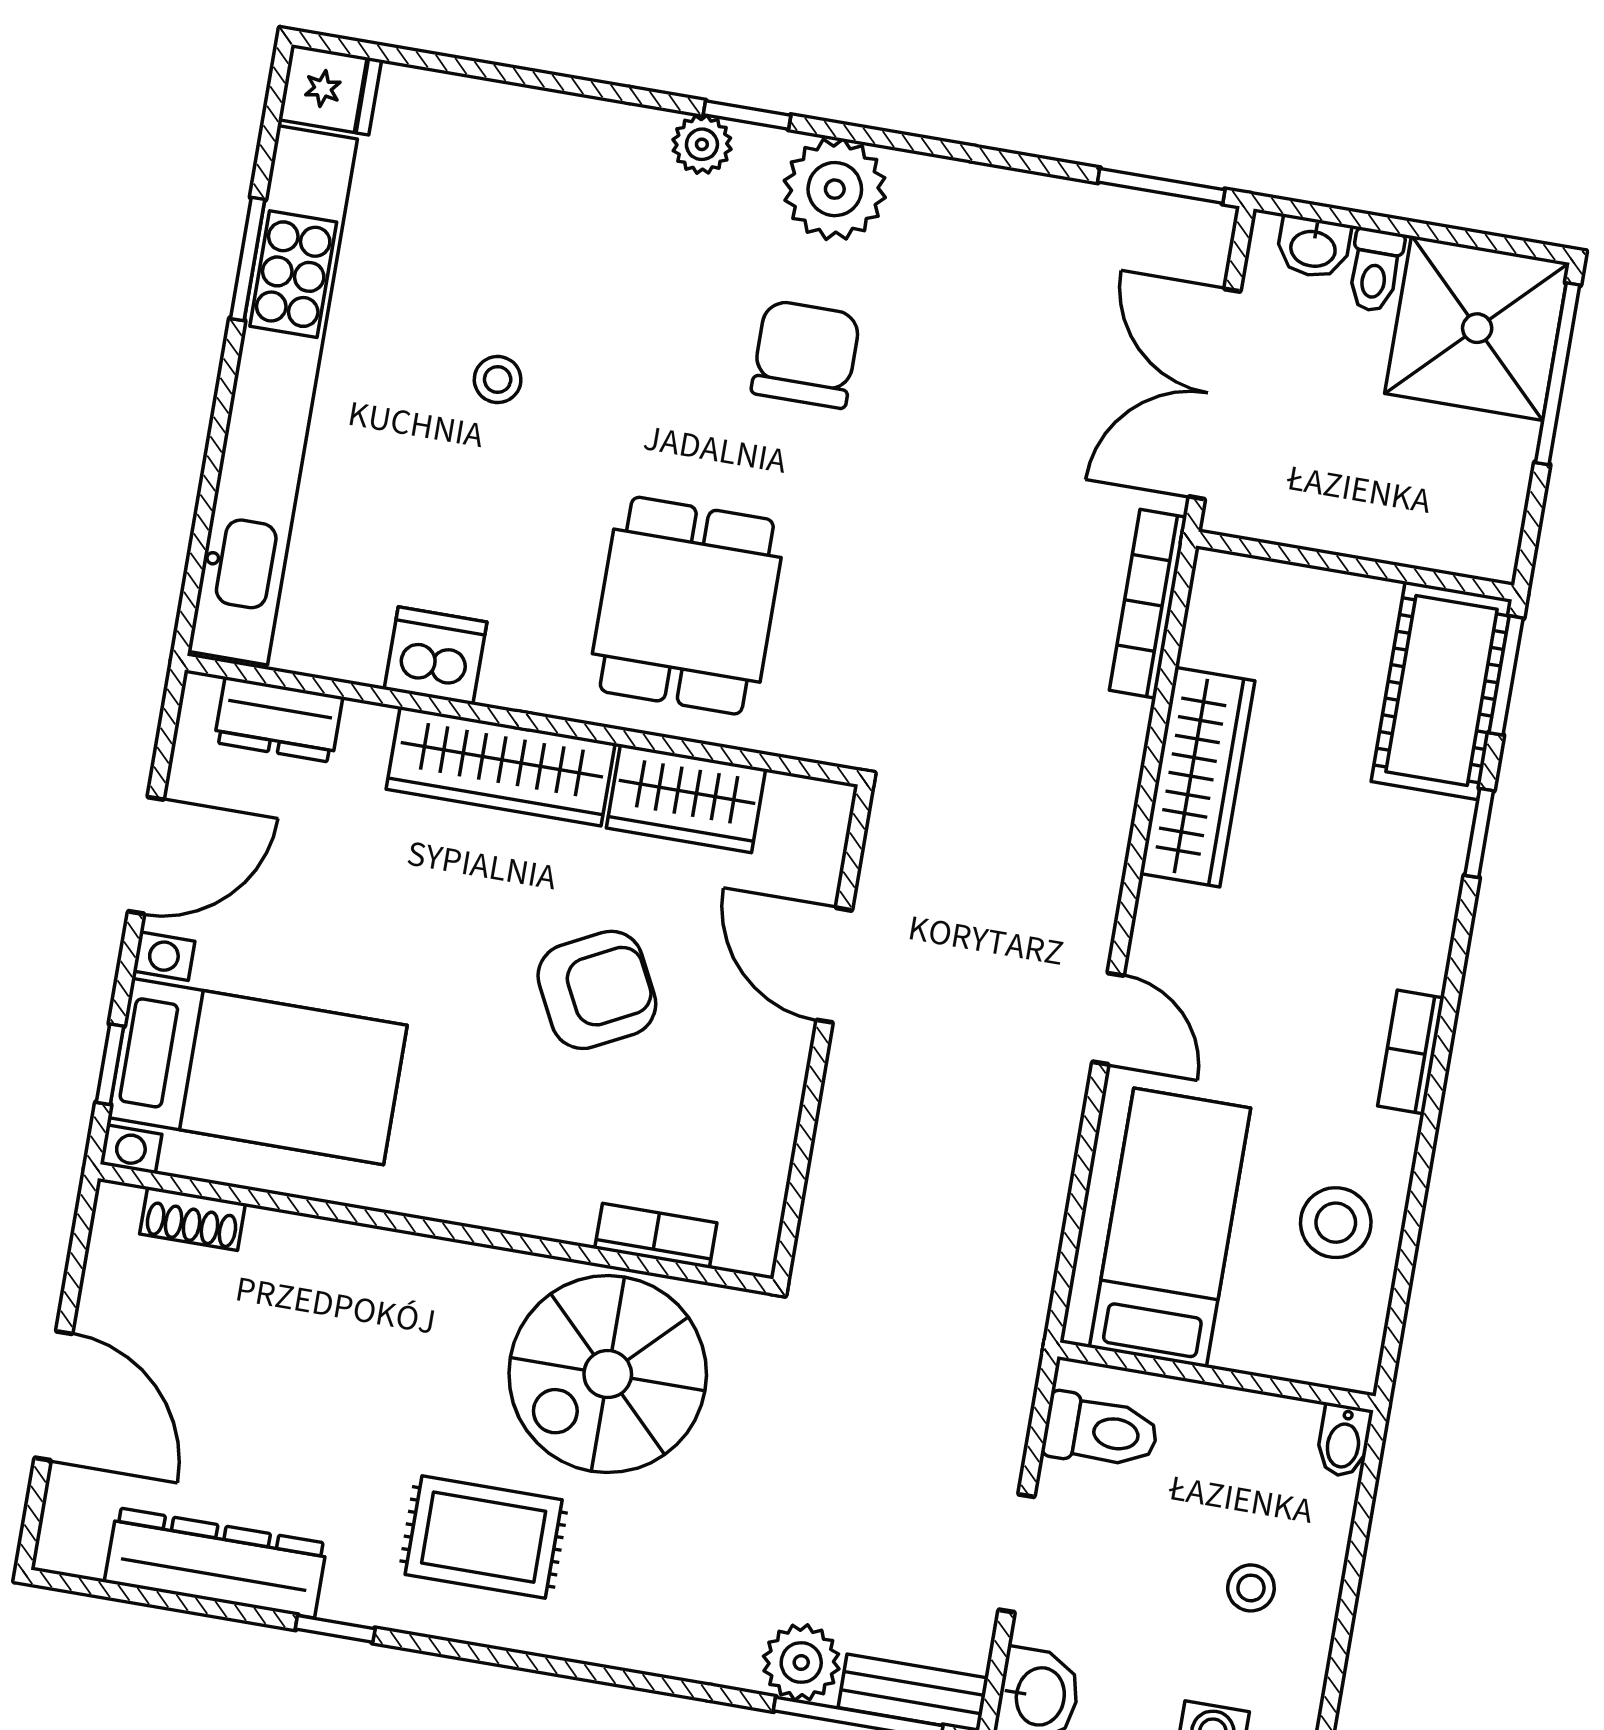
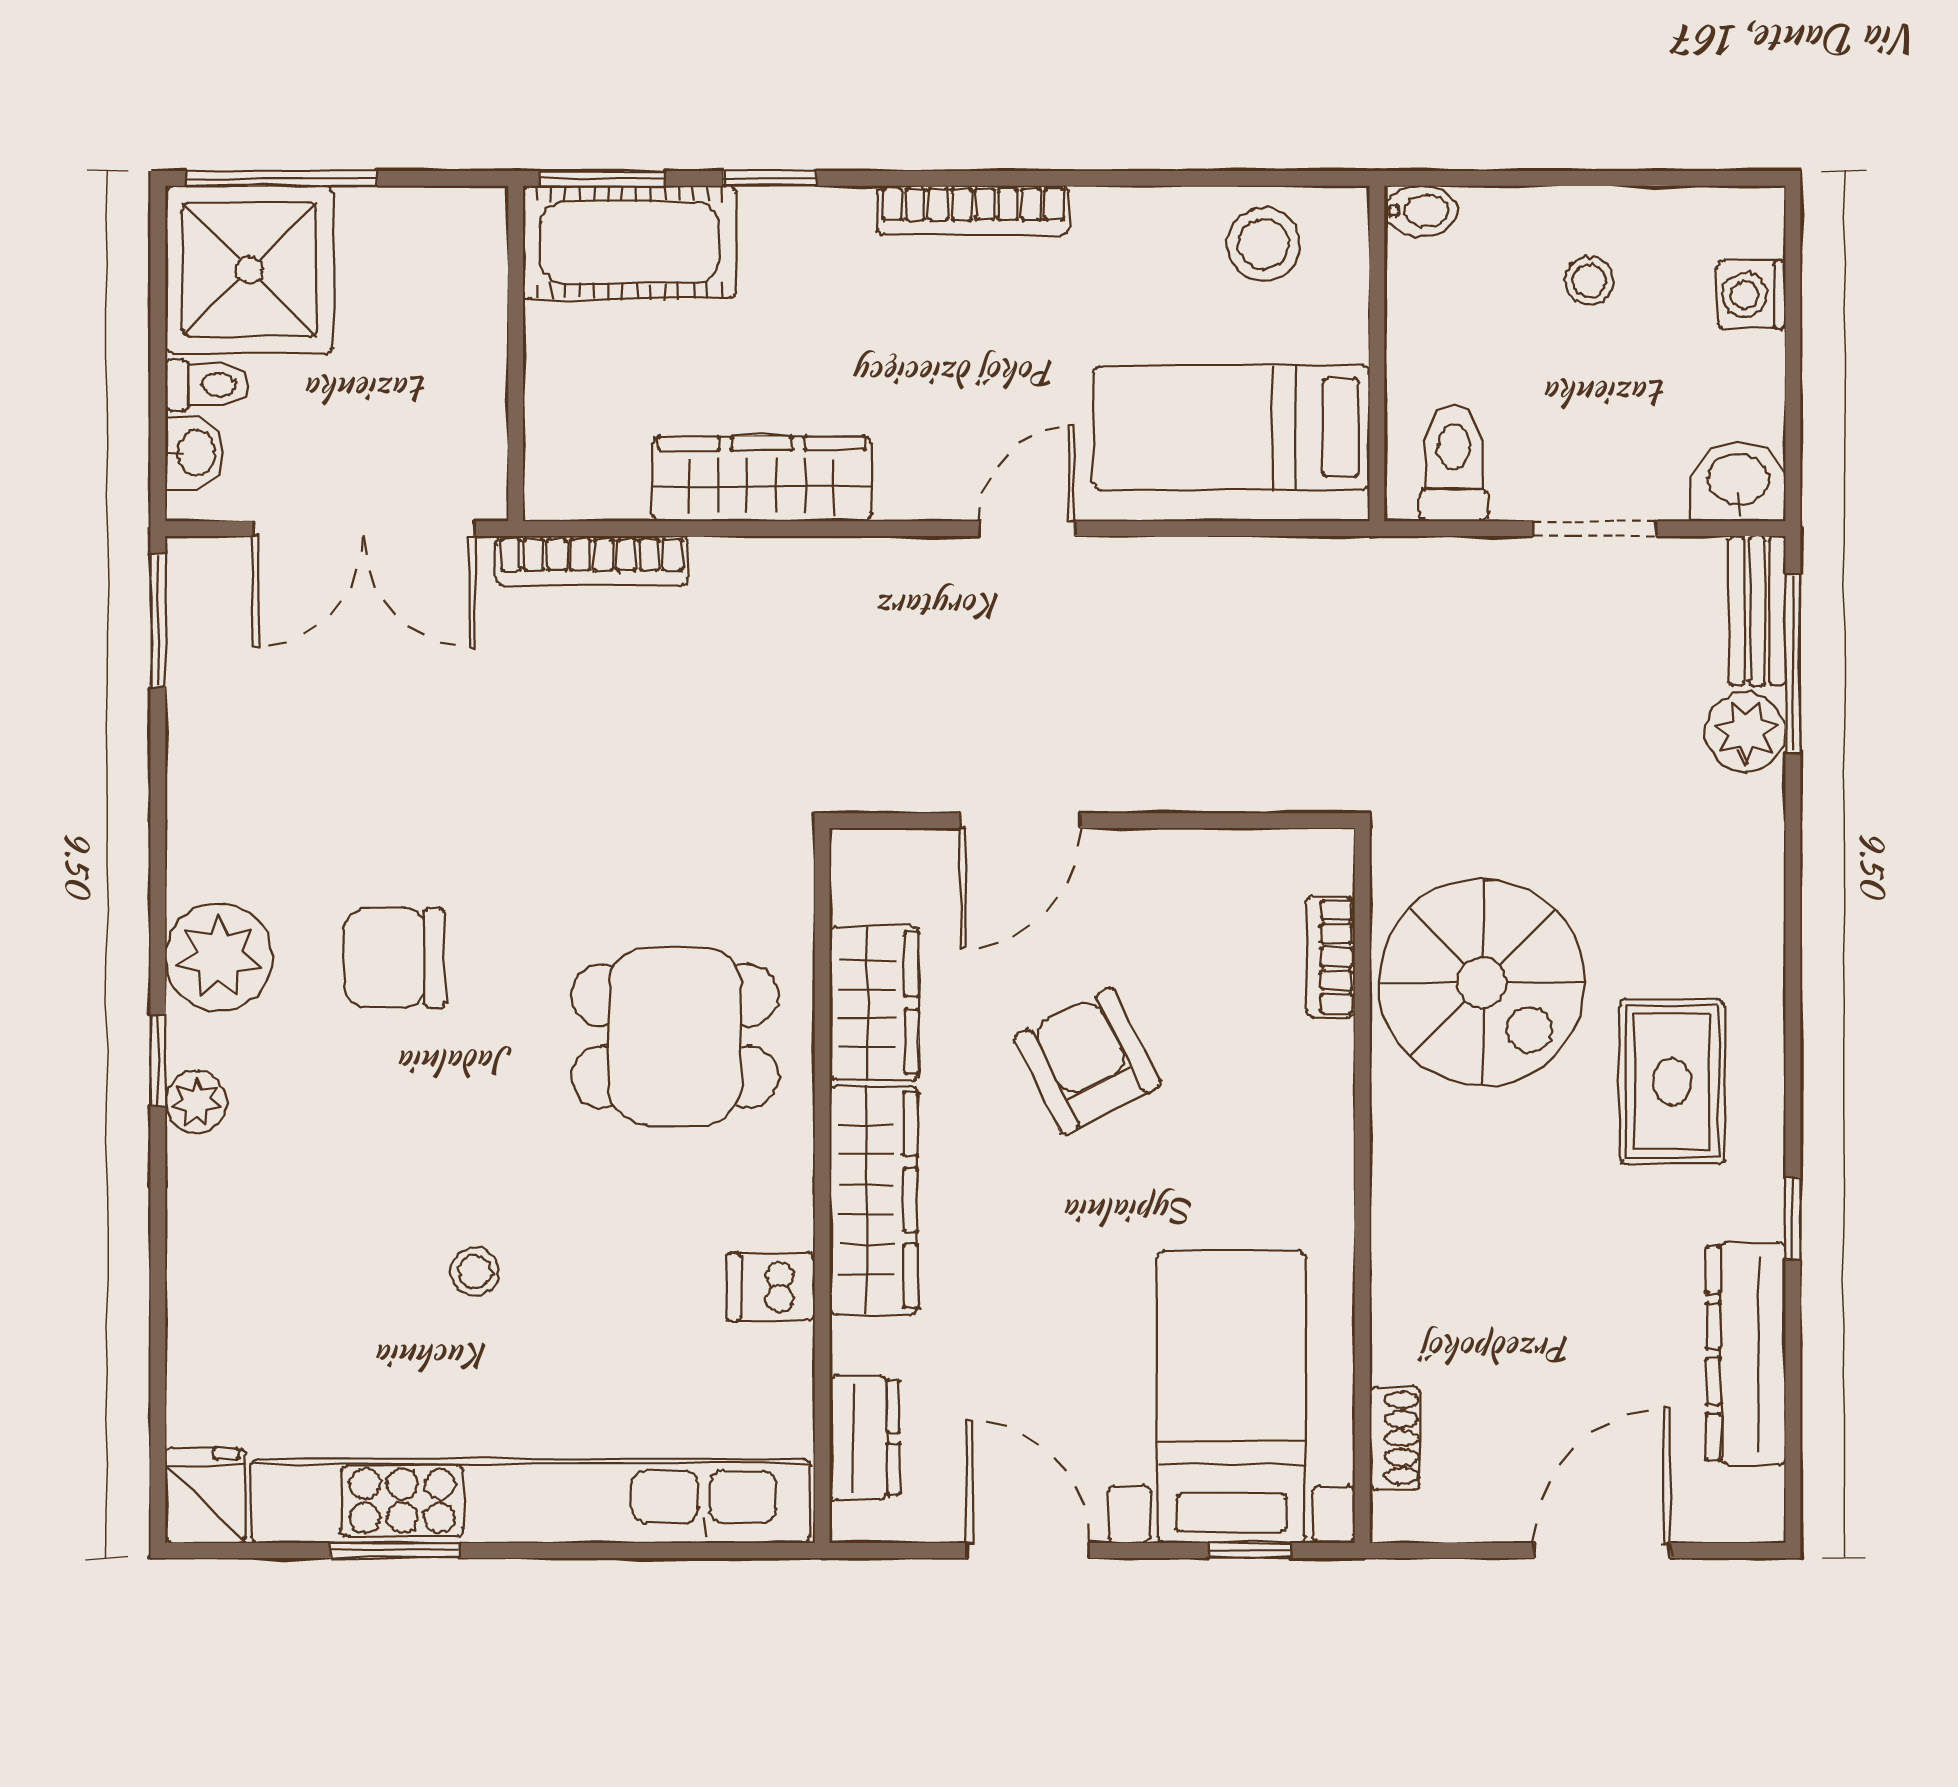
dishwasher: (436, 656) -> (771, 1287), width x0.73
bookcase: (1411, 1052) -> (973, 210), width x1.56
stool: (1336, 1223) -> (1264, 244), moved

